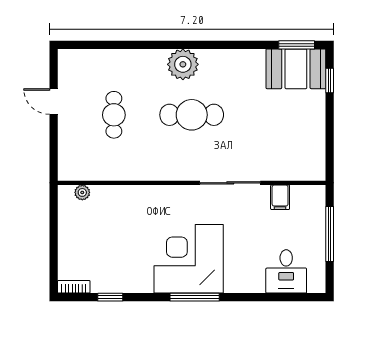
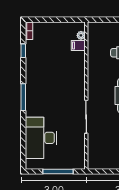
filing cabinet: (280, 197) -> (78, 46), moved
corner desk: (189, 259) -> (44, 94), removed
desk: (286, 271) -> (41, 138), width x1.87, depth x1.30

